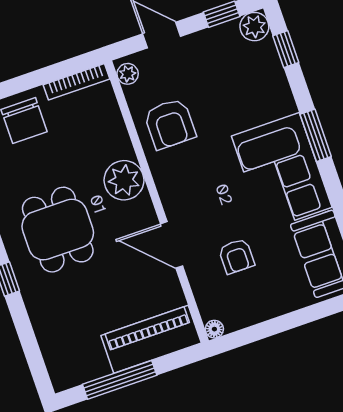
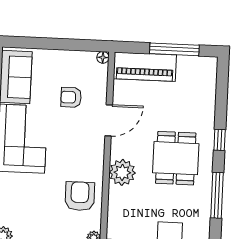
door: (172, 245) -> (109, 120), hinge flipped
armchair: (237, 256) -> (71, 97), turned -90

